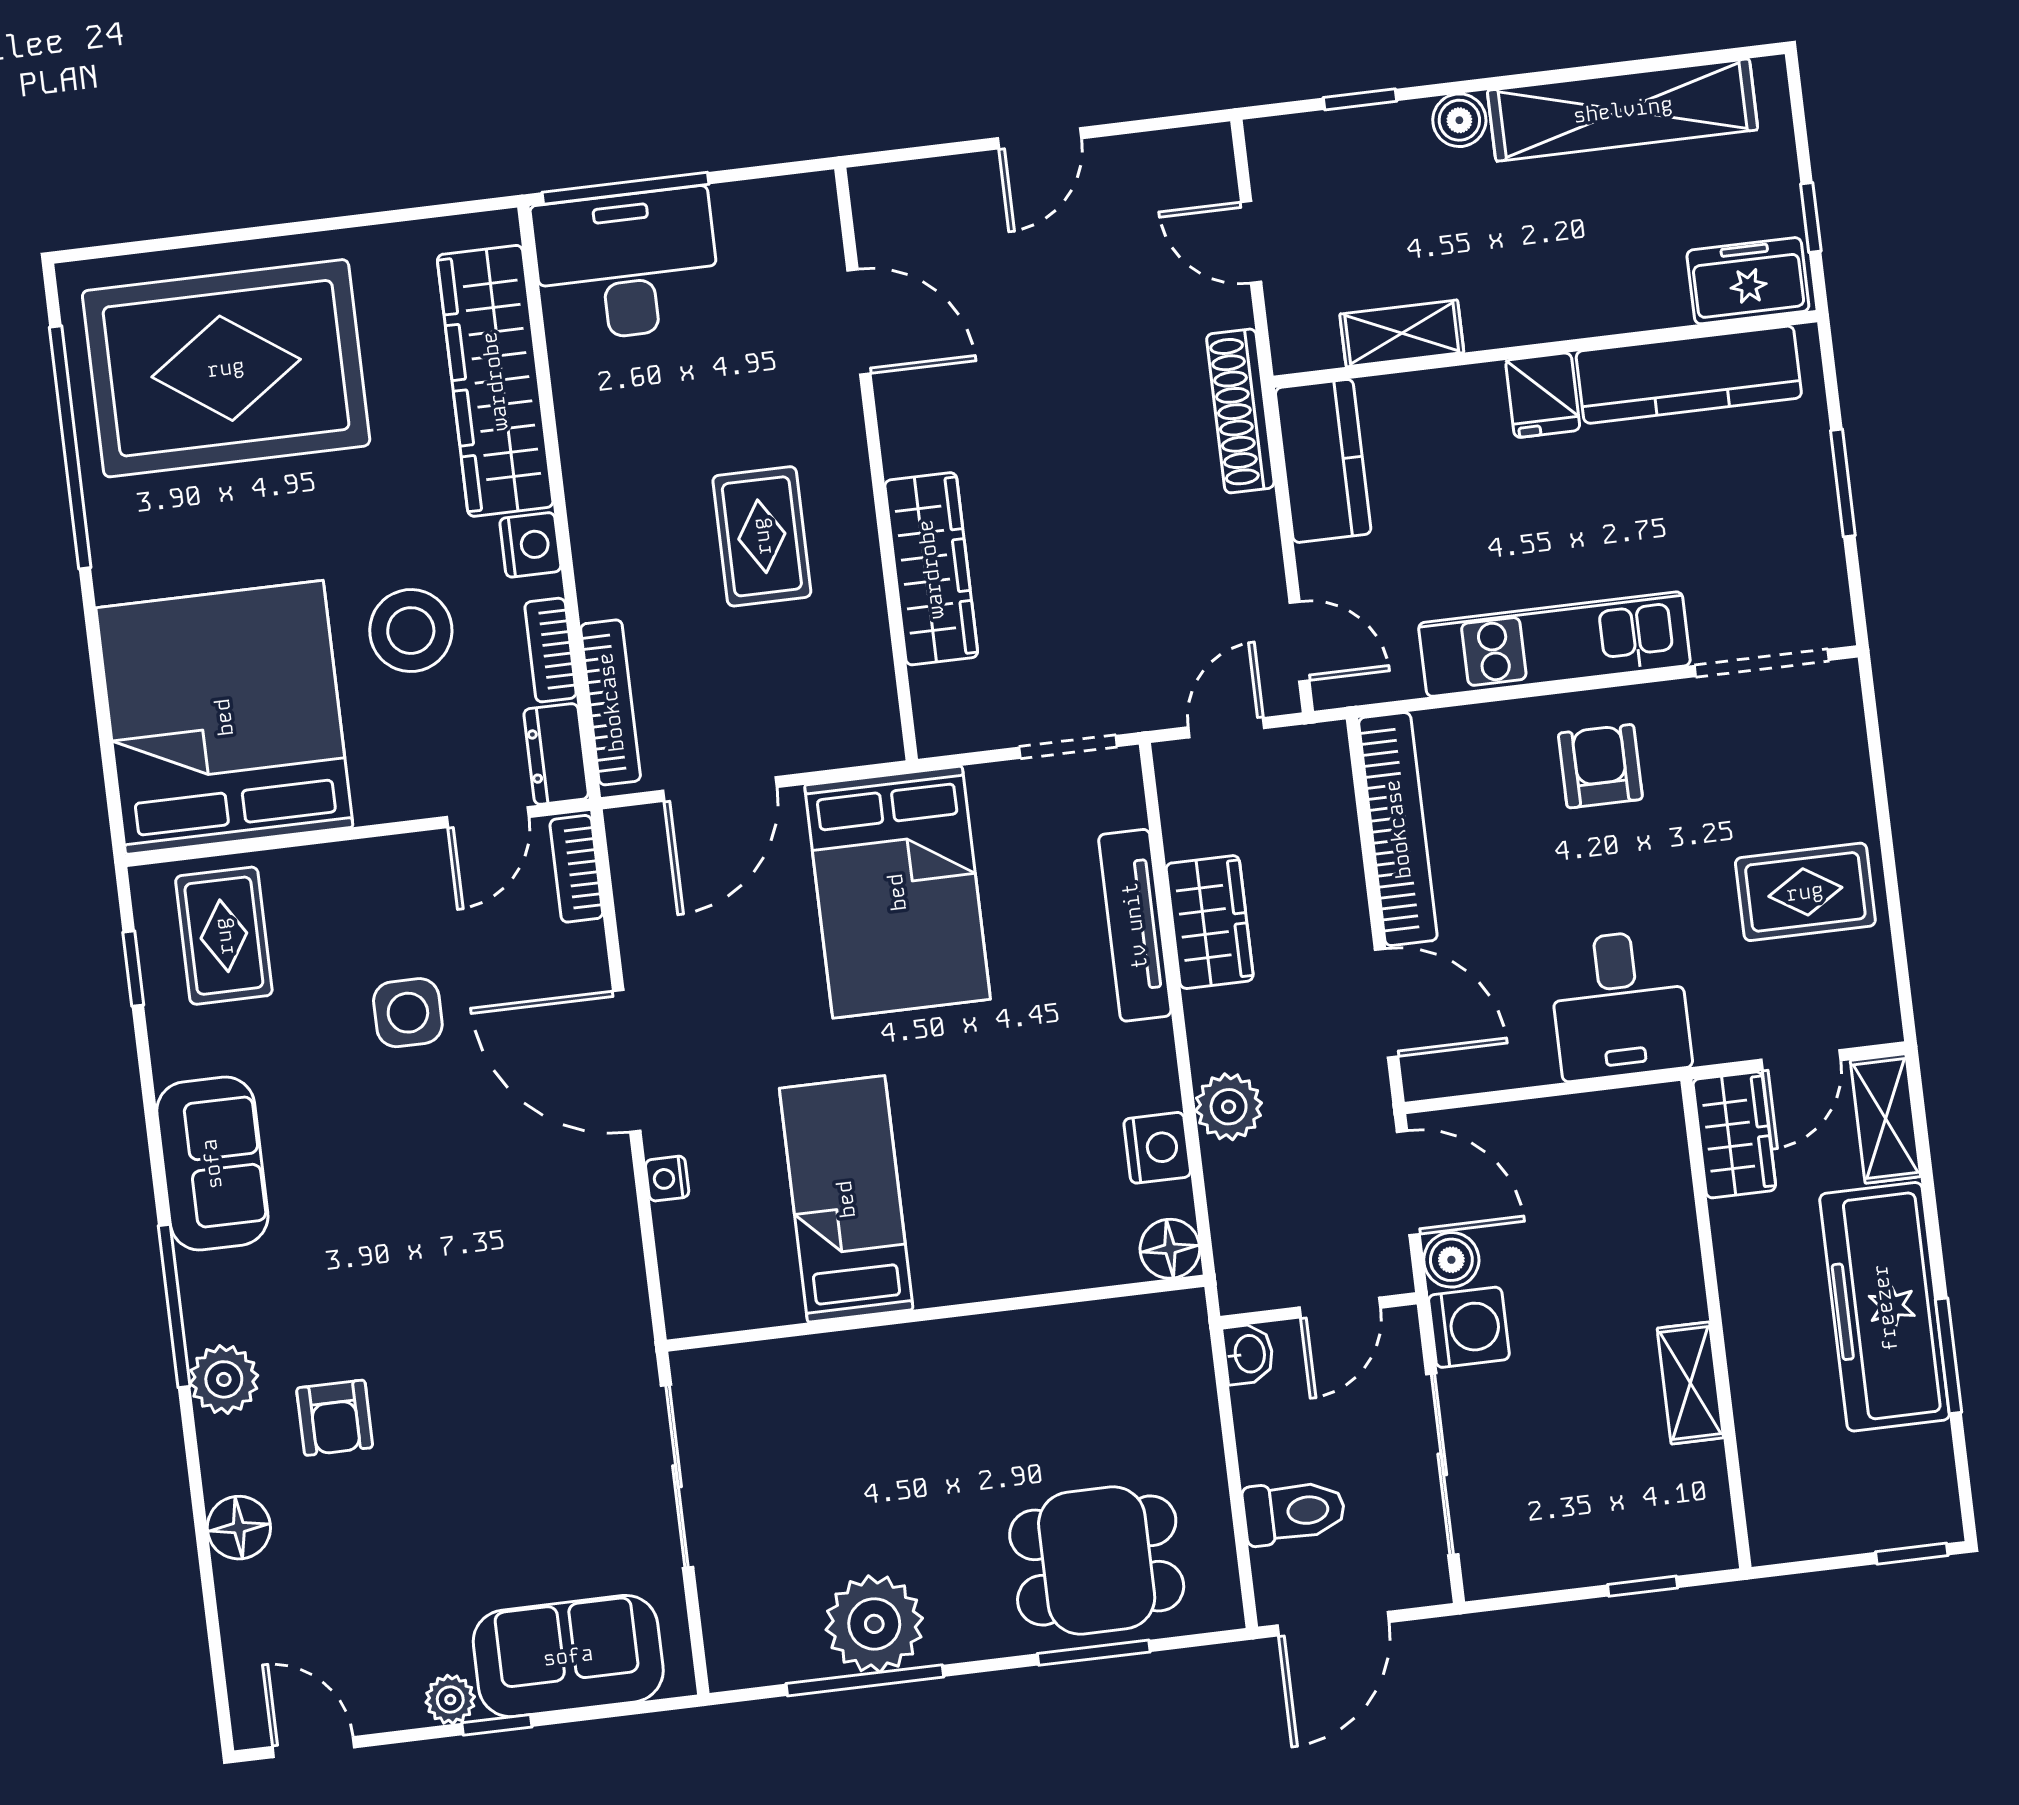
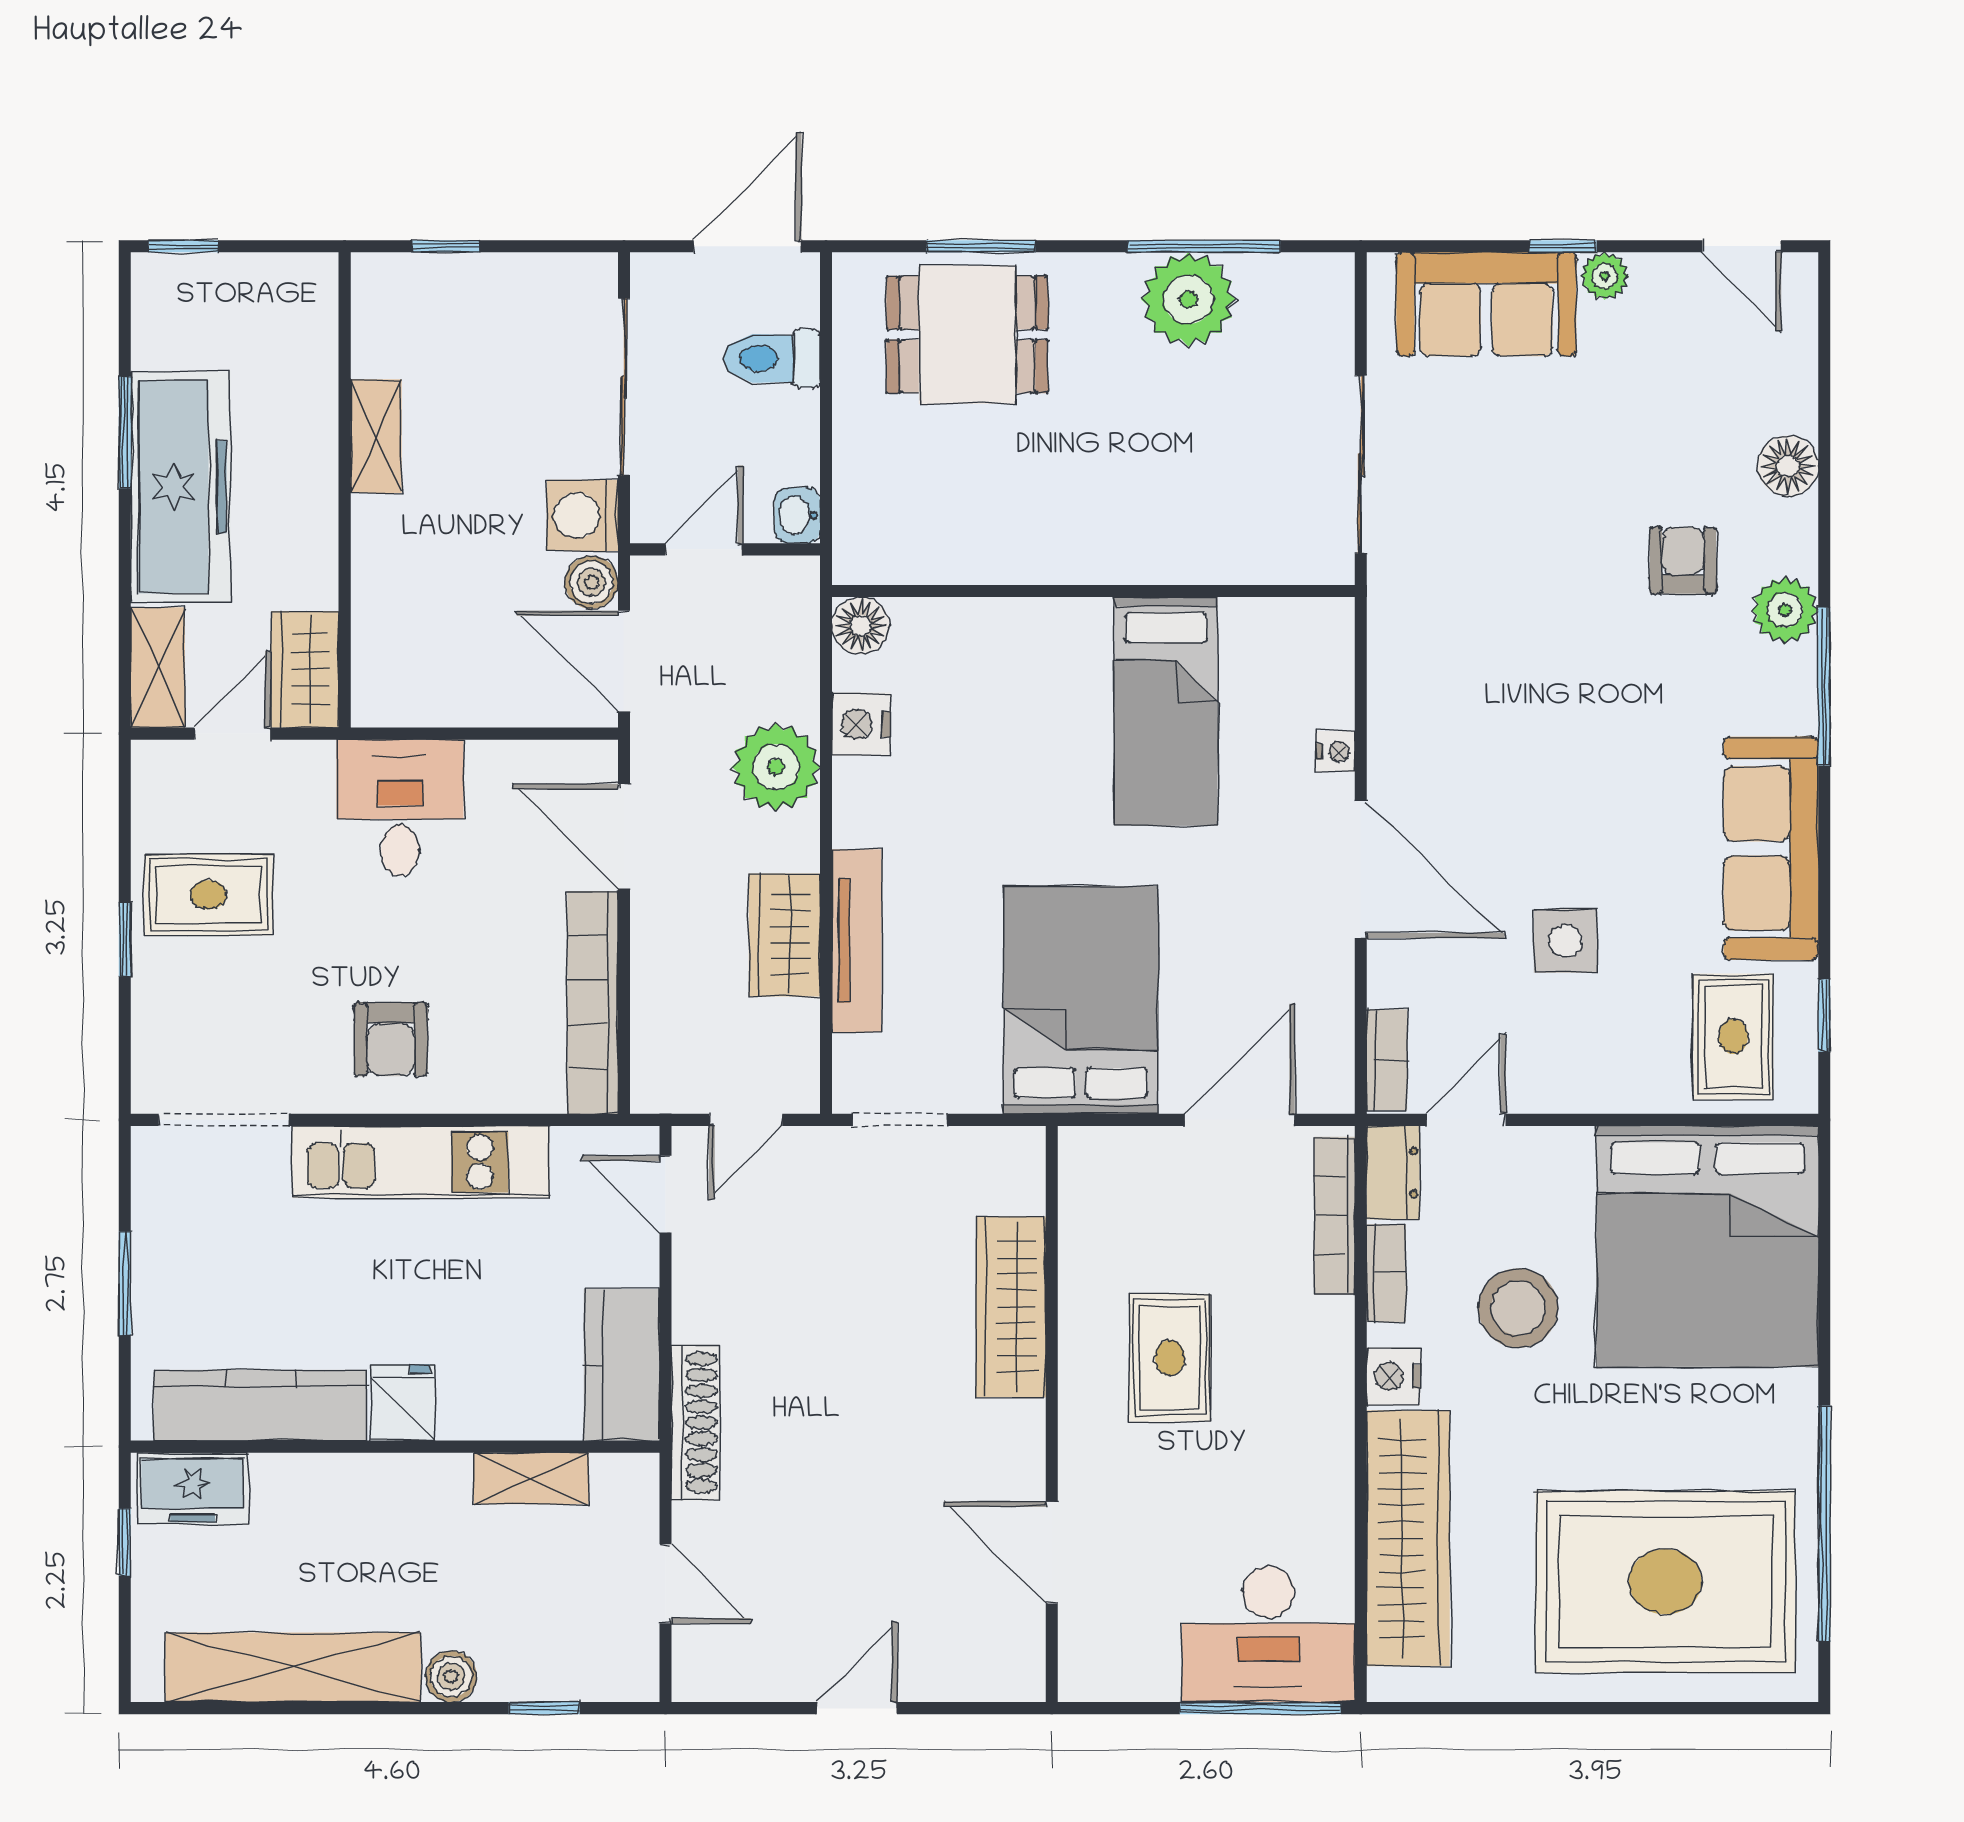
window: (1886, 836) -> (125, 939), added
plant: (1229, 1107) -> (776, 767), width x1.36, depth x1.36
sofa: (212, 1164) -> (1771, 848), width x1.36

